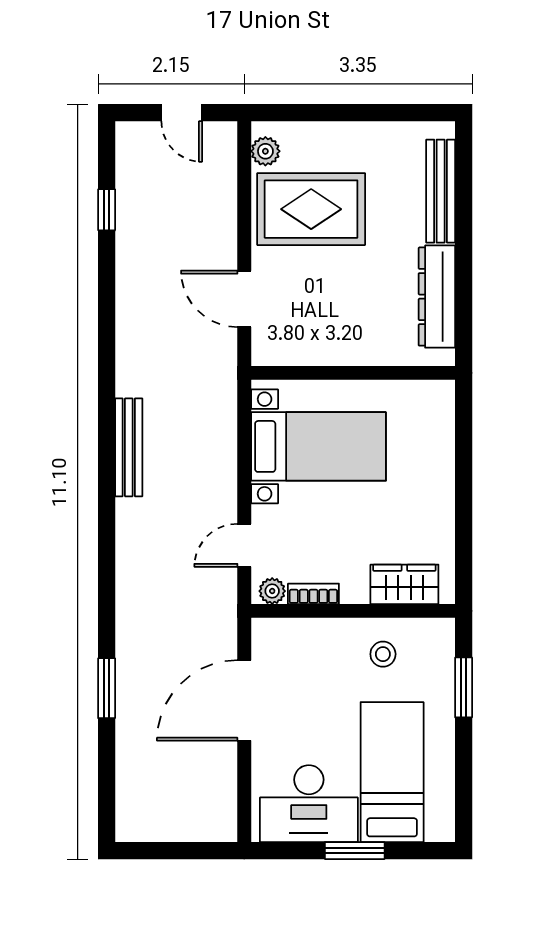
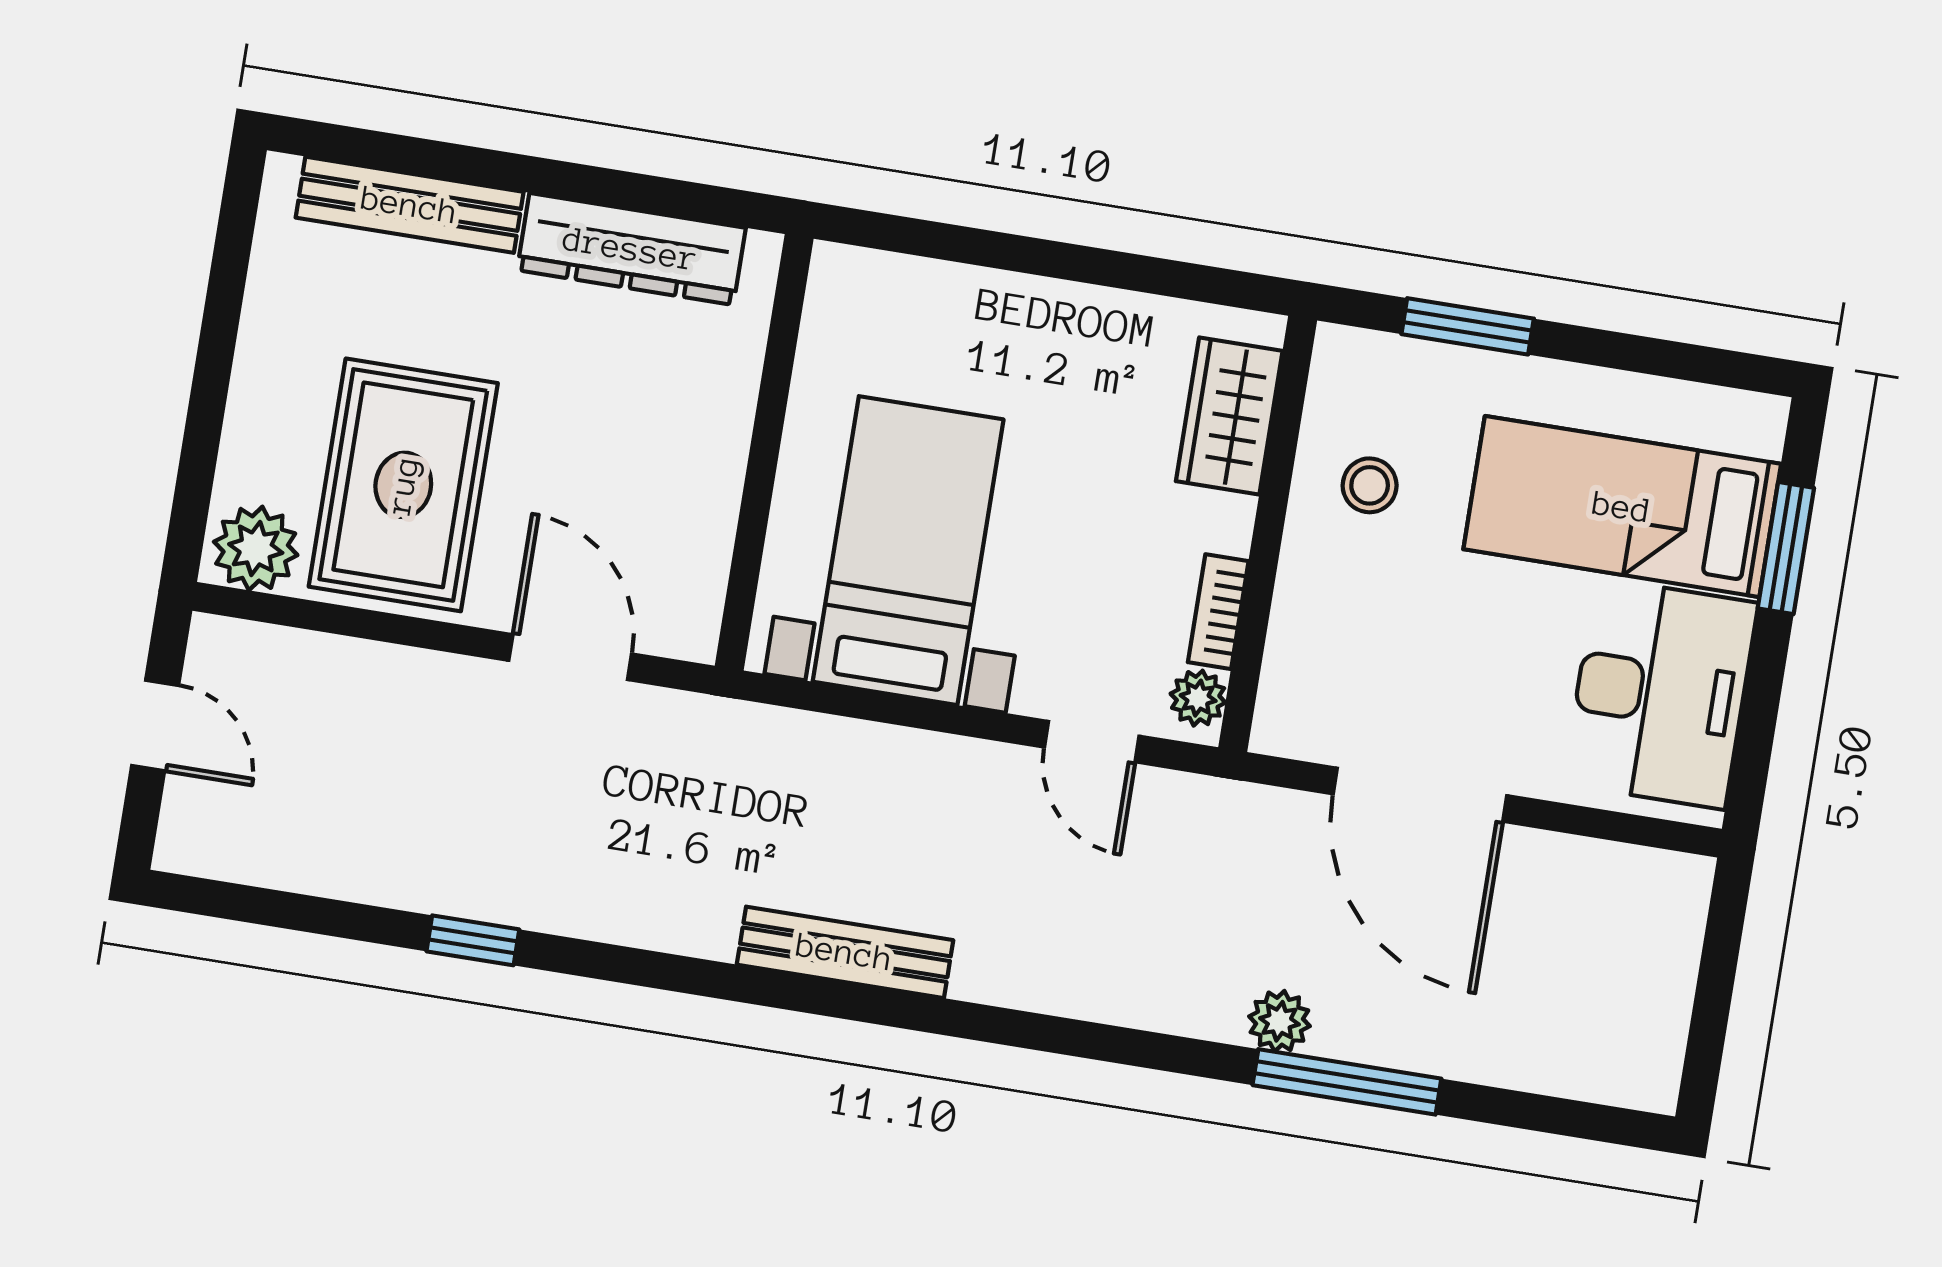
door: (182, 113) -> (155, 726), hinge flipped
plant: (265, 151) -> (256, 548), width x1.38, depth x1.38
window: (107, 210) -> (473, 940), moved
door: (244, 299) -> (570, 657), swing flipped
plant: (129, 653) -> (1279, 1021), added
window: (107, 688) -> (1347, 1082), width x1.44
window: (355, 851) -> (1786, 548), moved

